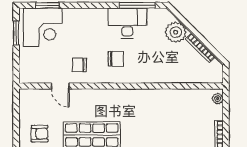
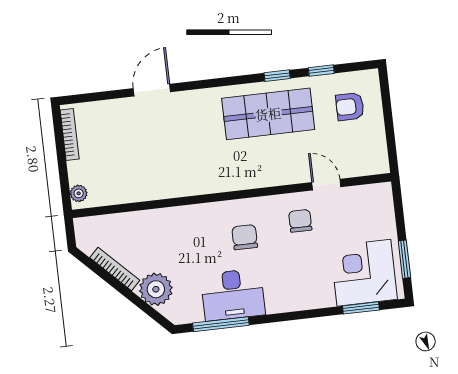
chair: (116, 59) -> (245, 237), turned 90
chair: (79, 65) -> (300, 221), turned -90

